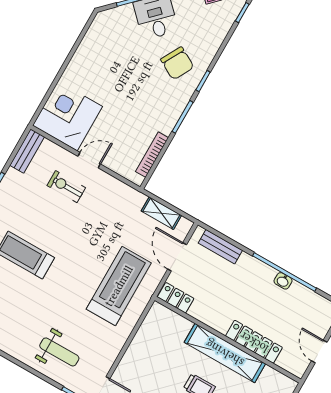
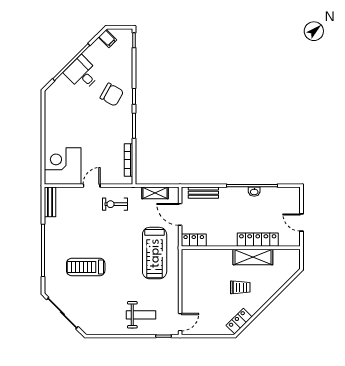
exercise bike: (66, 187) -> (115, 204), moved
treadmill: (119, 286) -> (155, 253), turned 180
shelving: (225, 353) -> (253, 257), width x0.68

